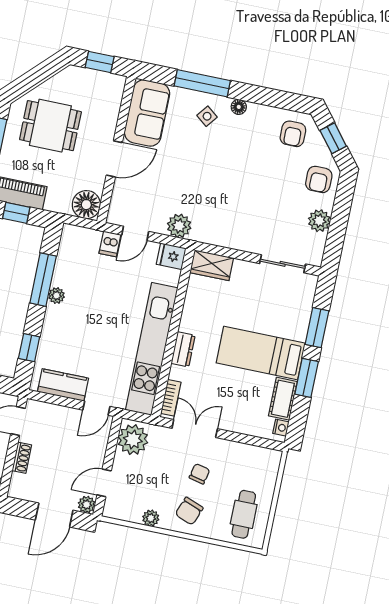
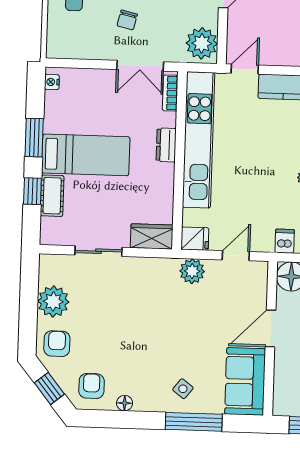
floor lamp: (239, 107) -> (125, 403), moved
plant: (319, 221) -> (53, 301), width x1.36, depth x1.36
dishwasher: (110, 244) -> (285, 241), moved
sliding door: (283, 264) -> (98, 251), moved
window: (317, 328) -> (32, 191), width x0.67
cot: (283, 399) -> (52, 196), moved

